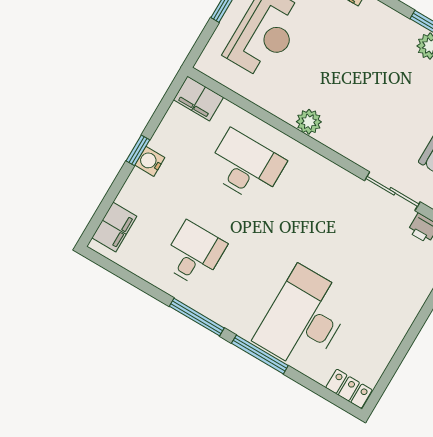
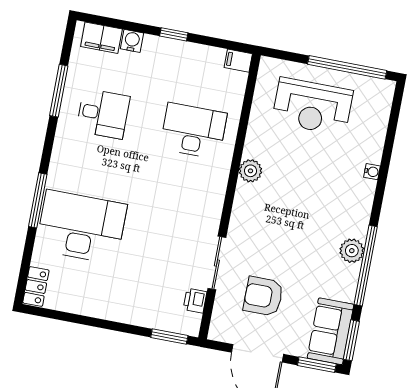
filing cabinet: (198, 98) -> (238, 61), width x0.50
water cooler: (150, 161) -> (132, 41), moved
desk: (246, 166) -> (193, 131), turned -90
window: (197, 317) -> (59, 91), moved

